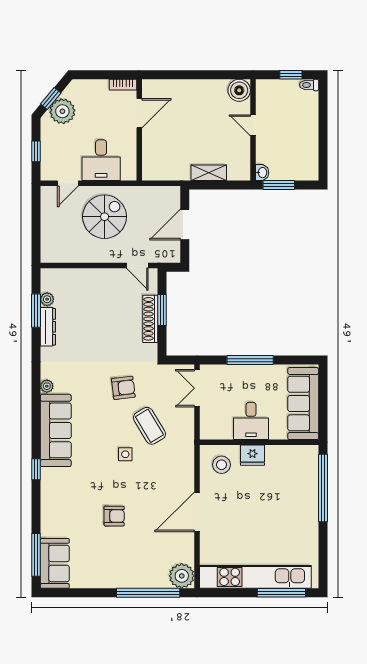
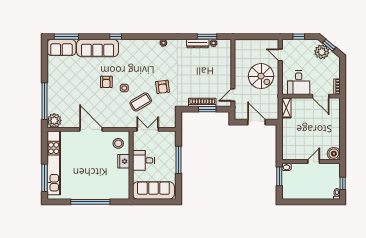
desk: (101, 160) -> (299, 83), moved, turned -90
shelving: (209, 173) -> (286, 108), moved
double door: (197, 388) -> (148, 129), moved
sofa: (56, 430) -> (98, 48), moved
window: (323, 488) -> (90, 202), moved
armchair: (114, 516) -> (106, 82), moved

